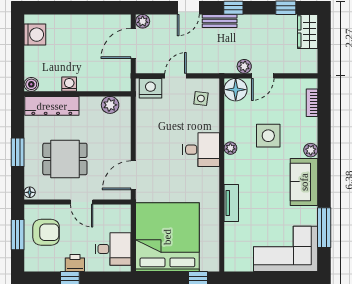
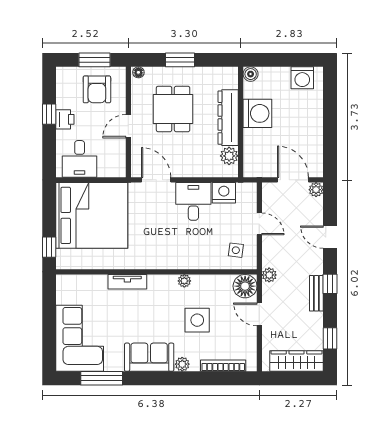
bench: (220, 21) -> (316, 293), moved
wardrobe: (308, 31) -> (297, 361), width x1.50
plant: (244, 66) -> (269, 275), moved
washing machine: (69, 84) -> (257, 113), width x1.89, depth x1.89
nightstand: (150, 88) -> (224, 193), moved, turned -90
bookcase: (312, 103) -> (223, 366), width x1.56
dresser: (52, 106) -> (228, 118), moved
desk: (201, 150) -> (193, 201), moved, turned 180

